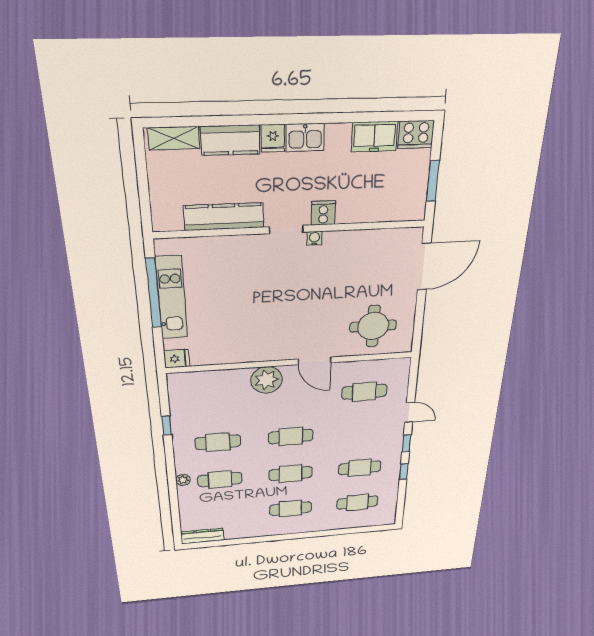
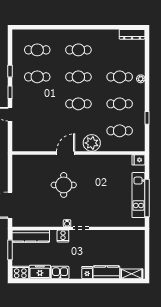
kitchen sink: (305, 137) -> (60, 273), moved
kitchen counter: (224, 217) -> (31, 236), moved
round table: (373, 326) -> (64, 185), moved
door: (315, 361) -> (66, 153), hinge flipped
cafe table: (364, 392) -> (120, 131), moved

